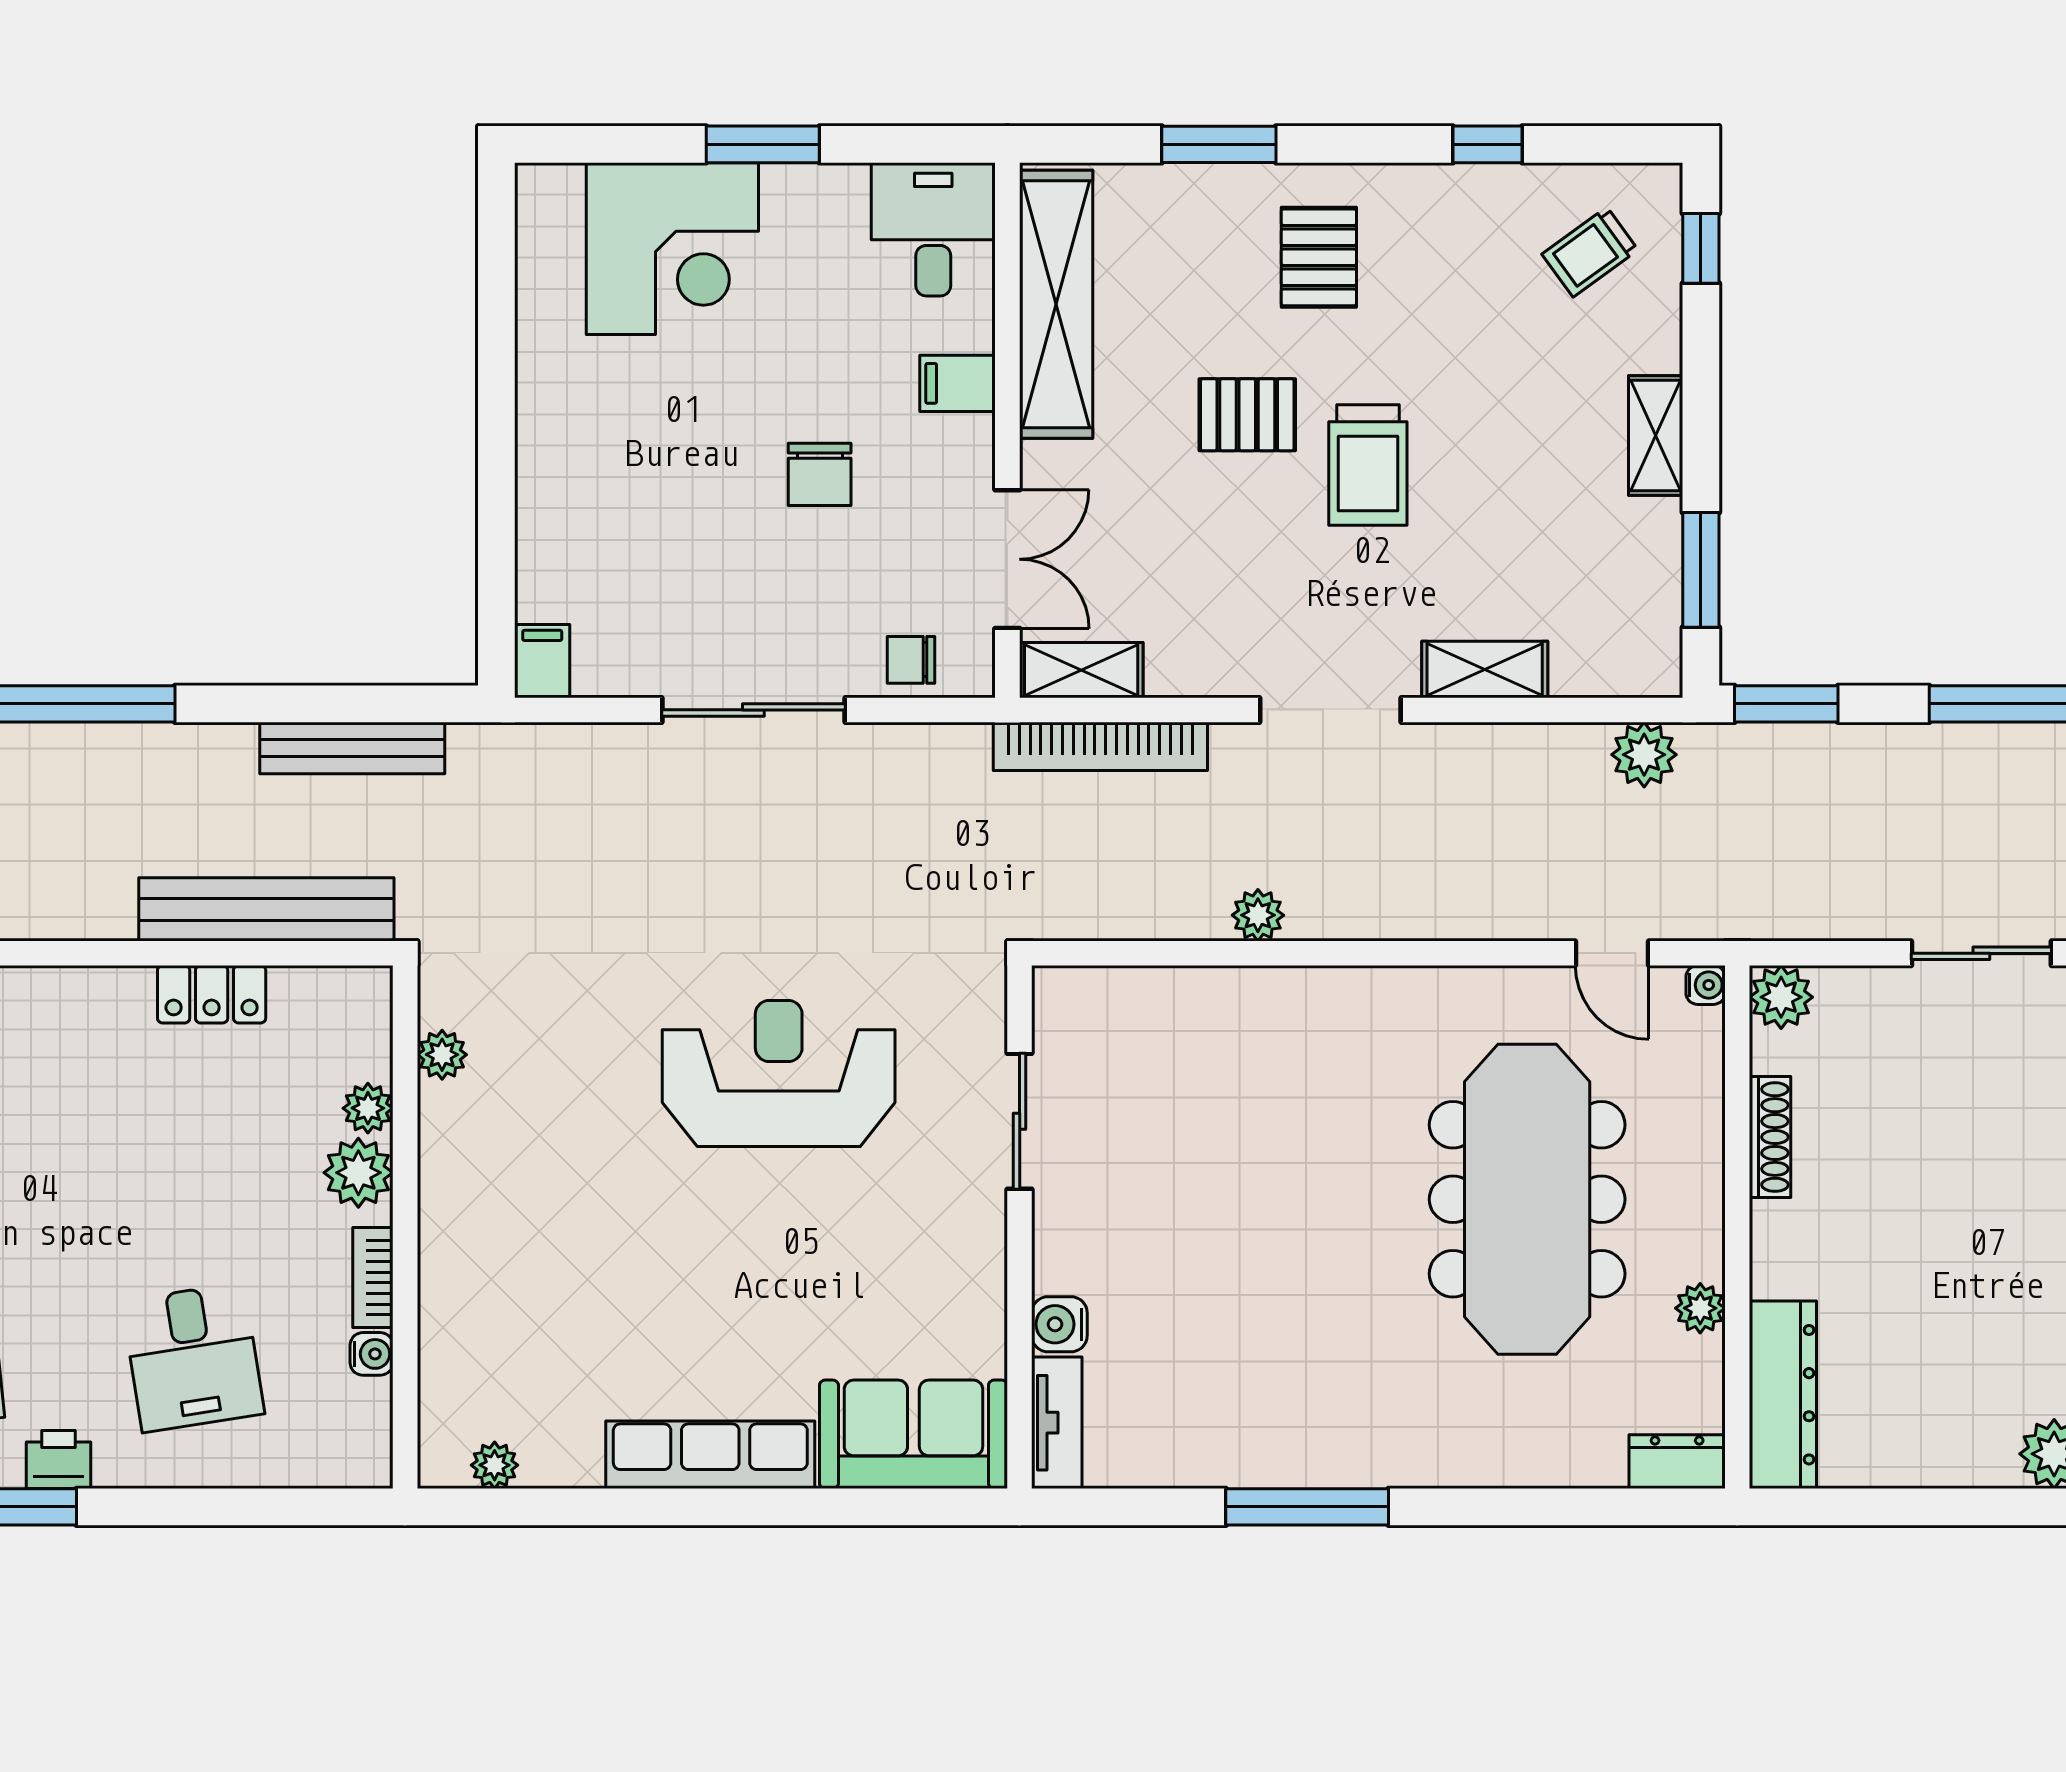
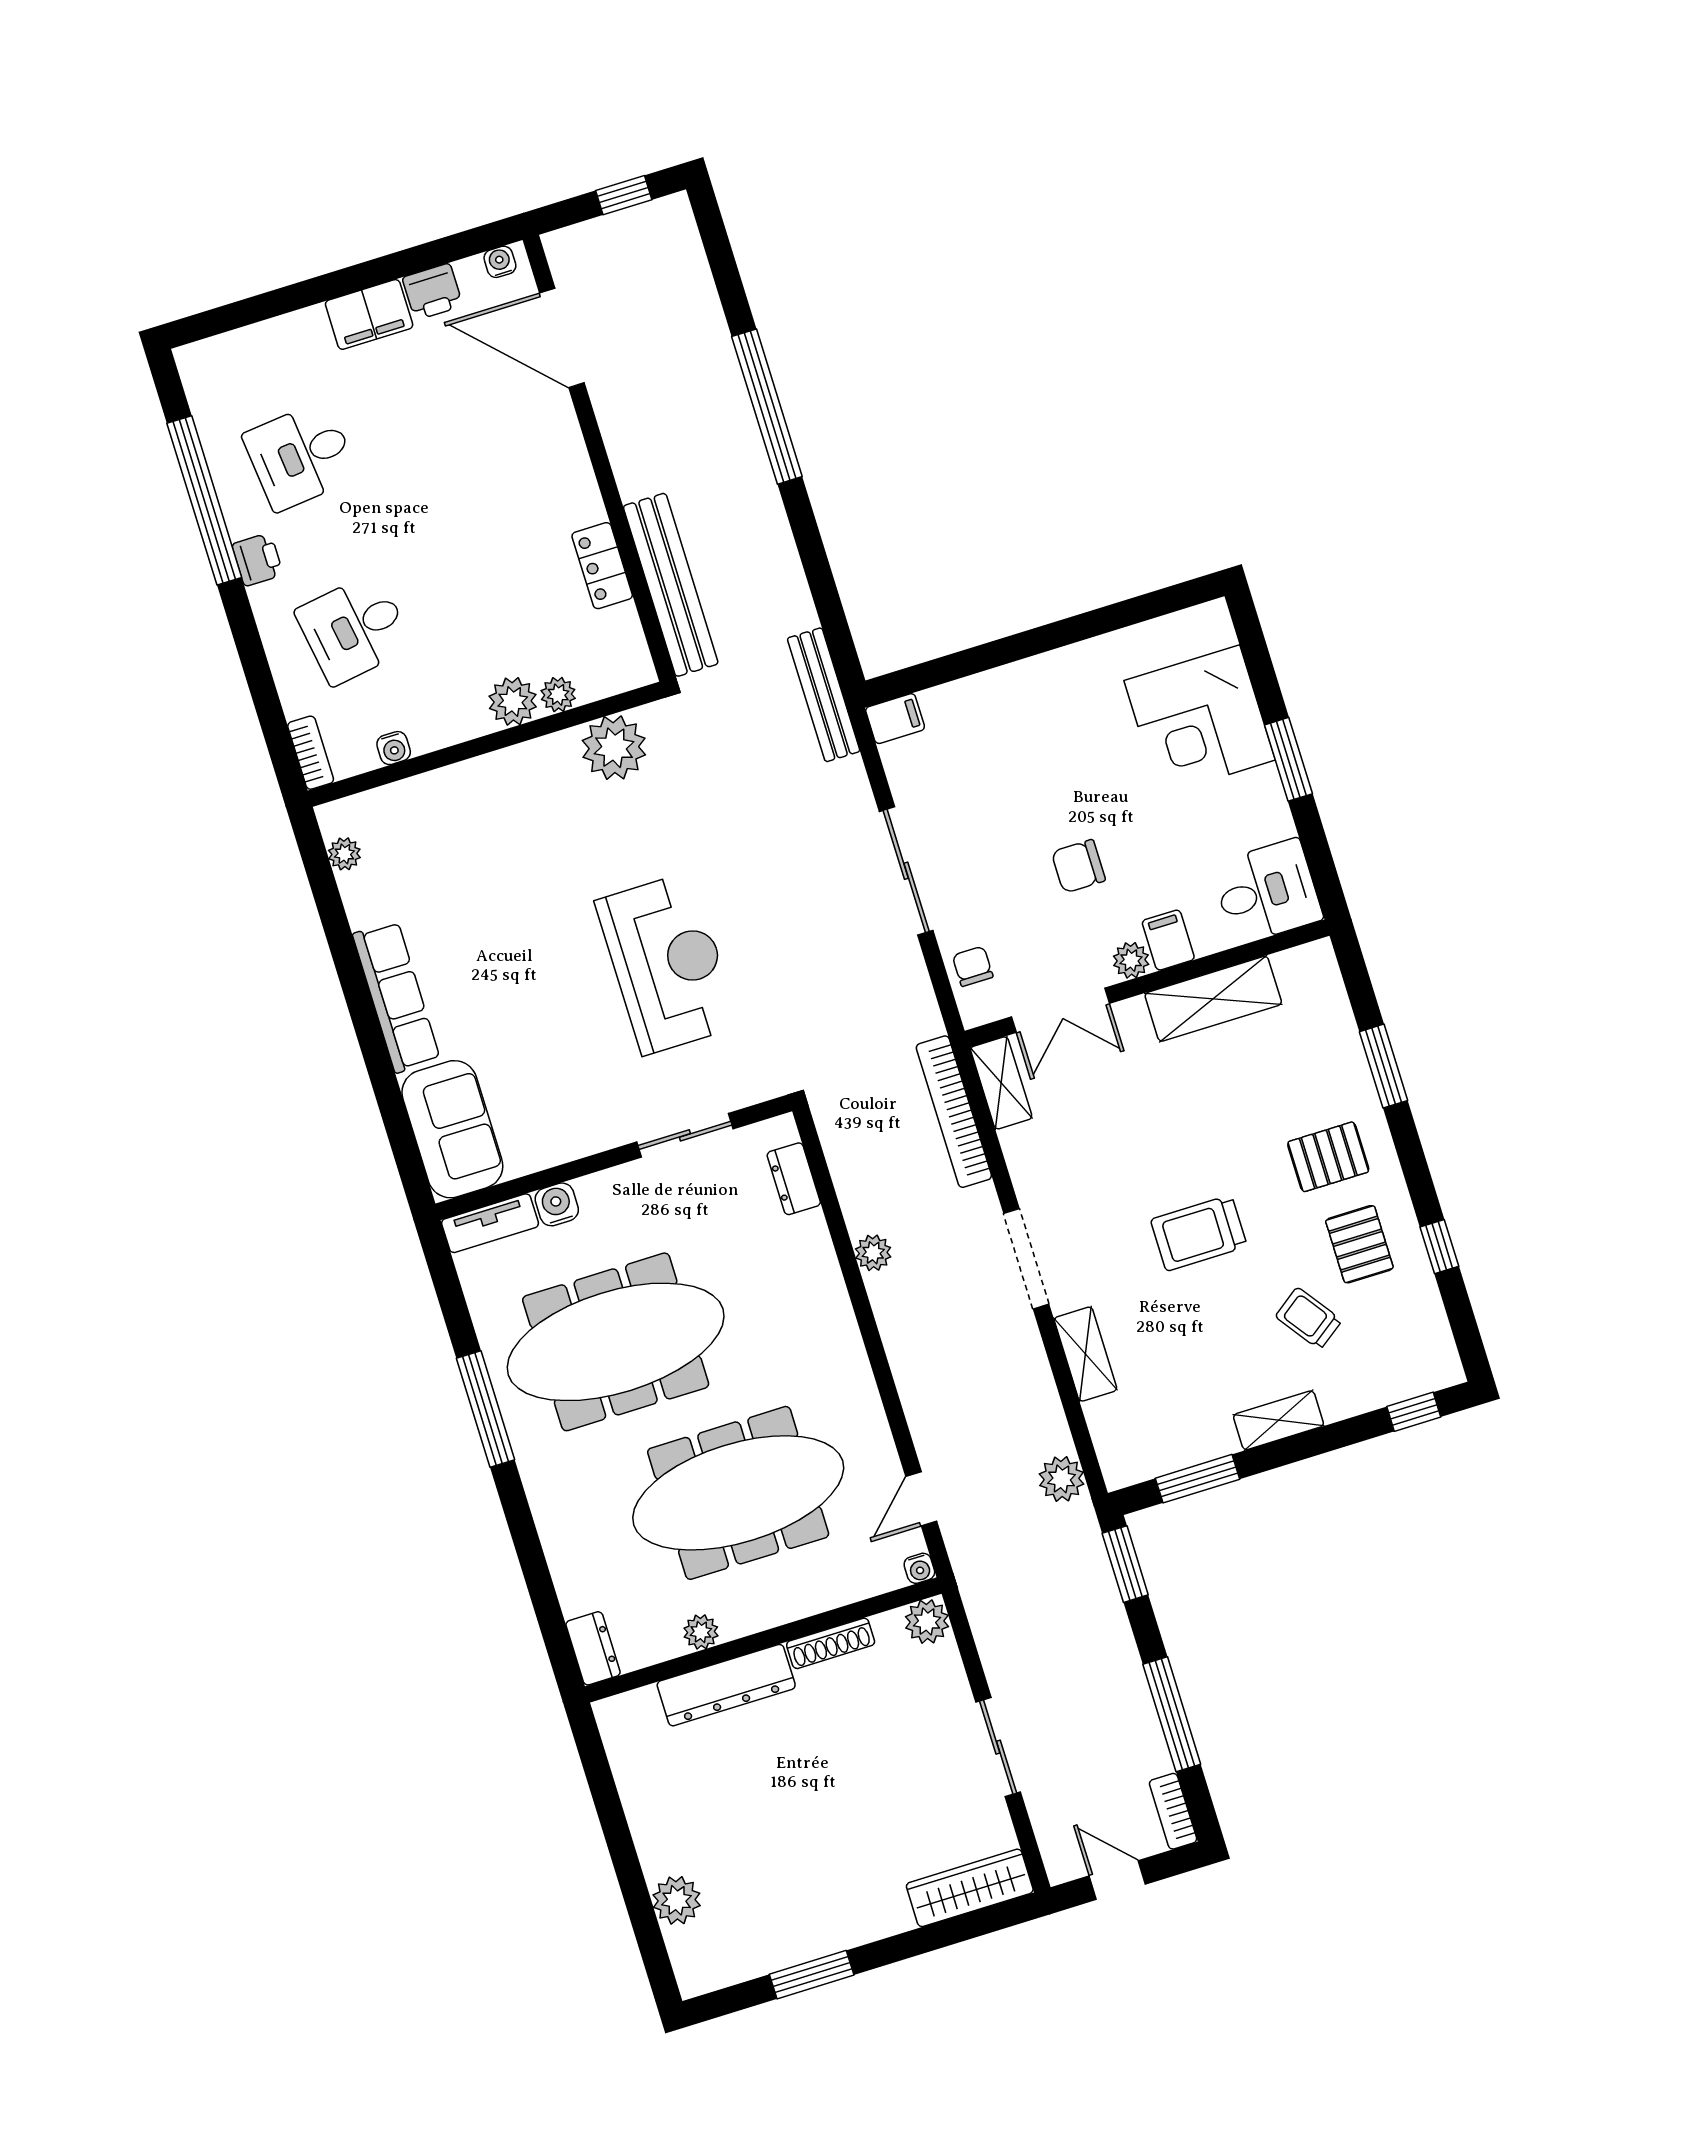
trolley: (1590, 252) -> (1309, 1318), moved
shelving: (1056, 304) -> (1213, 999), width x0.68
pallet: (1247, 415) -> (1359, 1244), moved
plant: (969, 442) -> (1131, 960), added
bench: (352, 748) -> (824, 695), moved
dresser: (1124, 992) -> (794, 1179), added
plant: (442, 1055) -> (614, 748), width x1.88, depth x1.88
bookcase: (373, 1278) -> (311, 753), moved, turned 90
meeting table: (1271, 1302) -> (616, 1342), added
dresser: (1783, 1395) -> (726, 1685), moved

